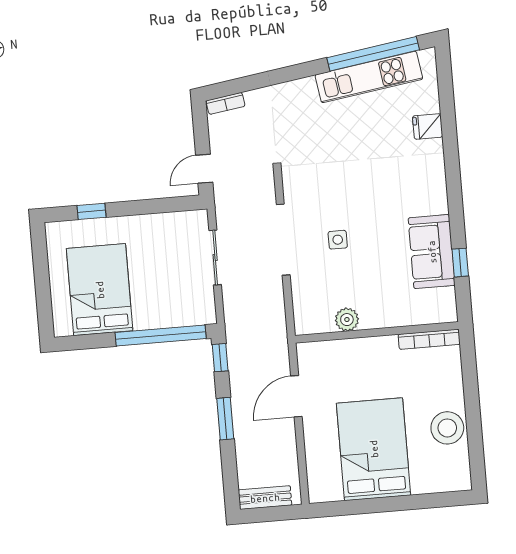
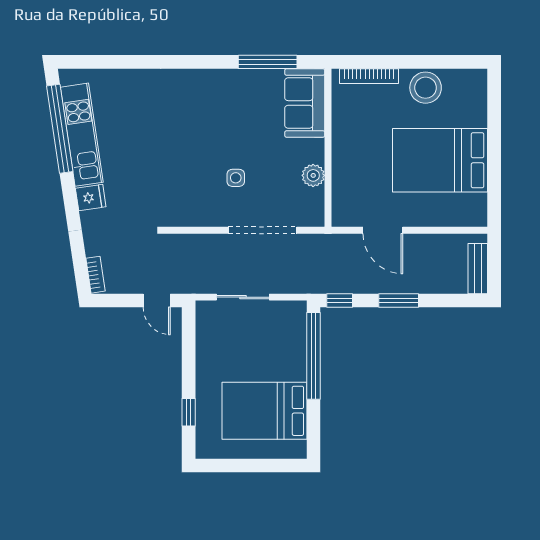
fridge: (428, 126) -> (91, 198), moved, turned -99
doorway: (283, 240) -> (262, 230), moved
sofa: (432, 252) -> (305, 103), moved, turned 90
window: (460, 263) -> (268, 62), width x2.17
bookcase: (429, 339) -> (369, 76), moved, turned 90

